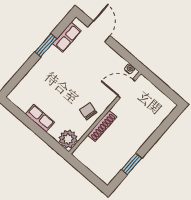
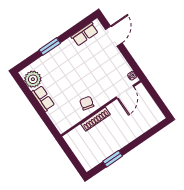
window: (46, 45) -> (50, 47), moved
door: (126, 88) -> (125, 92), swing flipped
plant: (68, 139) -> (33, 79), moved

